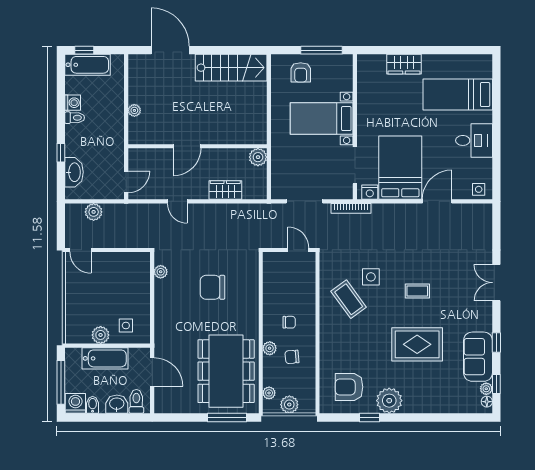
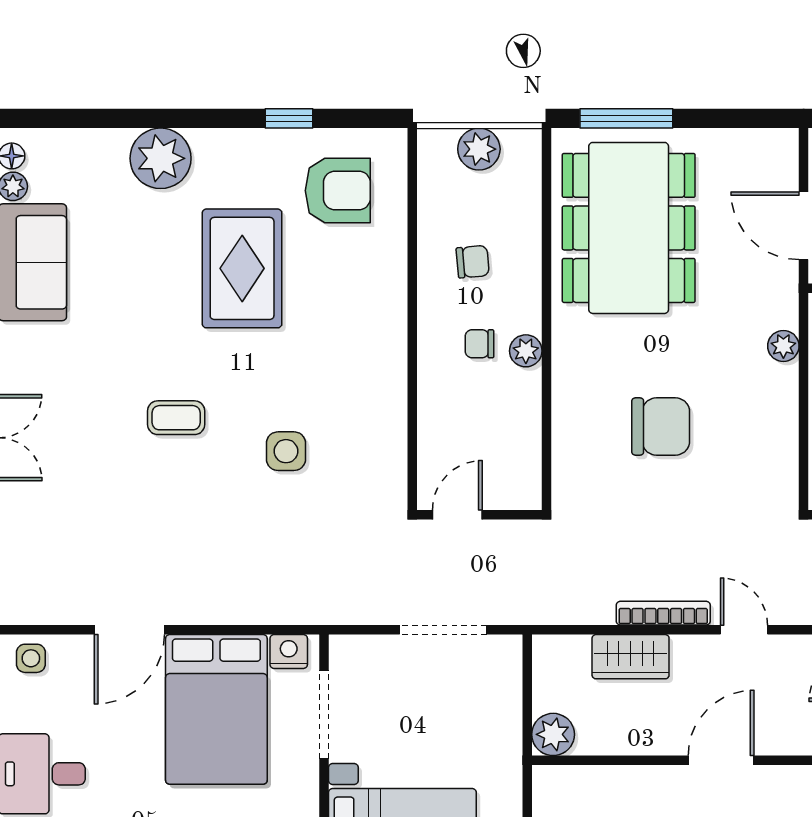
bookcase: (351, 208) -> (663, 613), moved
door: (298, 250) -> (457, 515), swing flipped
plant: (161, 272) -> (783, 346), moved
coffee table: (349, 299) -> (339, 398), removed
rug: (417, 344) -> (242, 268), moved, turned 90
plant: (270, 348) -> (526, 351), moved
plant: (269, 393) -> (527, 176), removed
plant: (389, 401) -> (161, 158), moved

